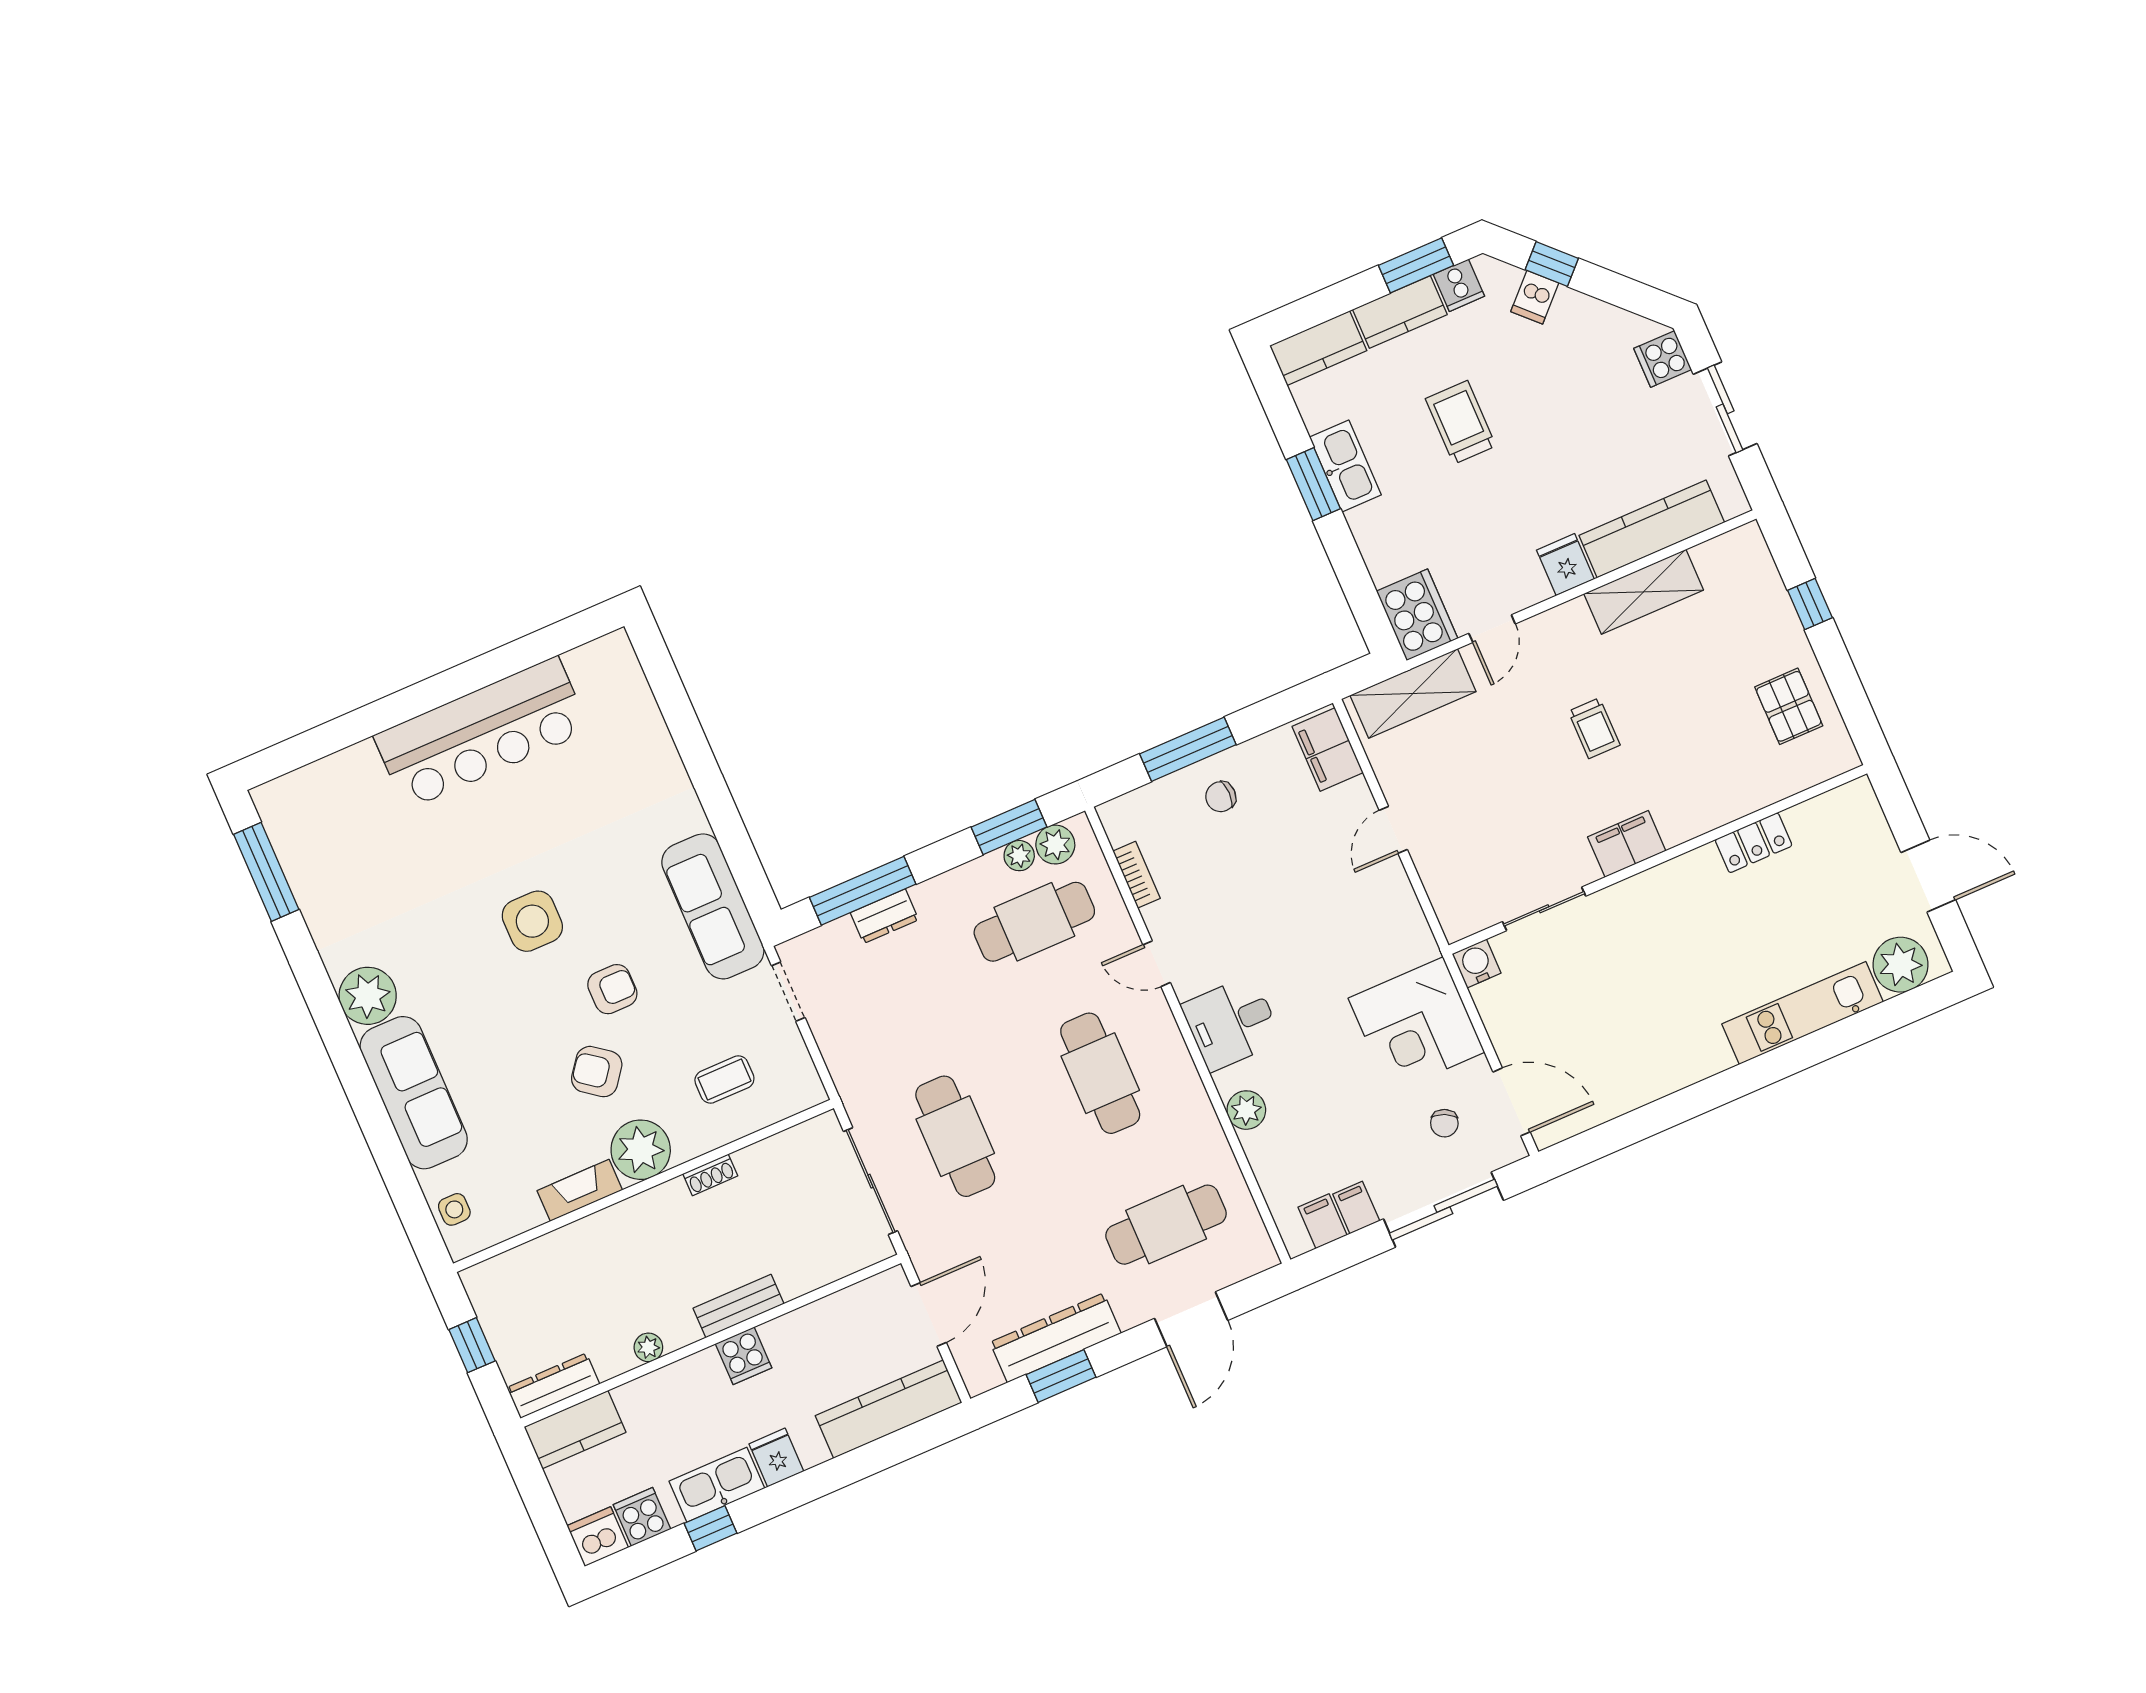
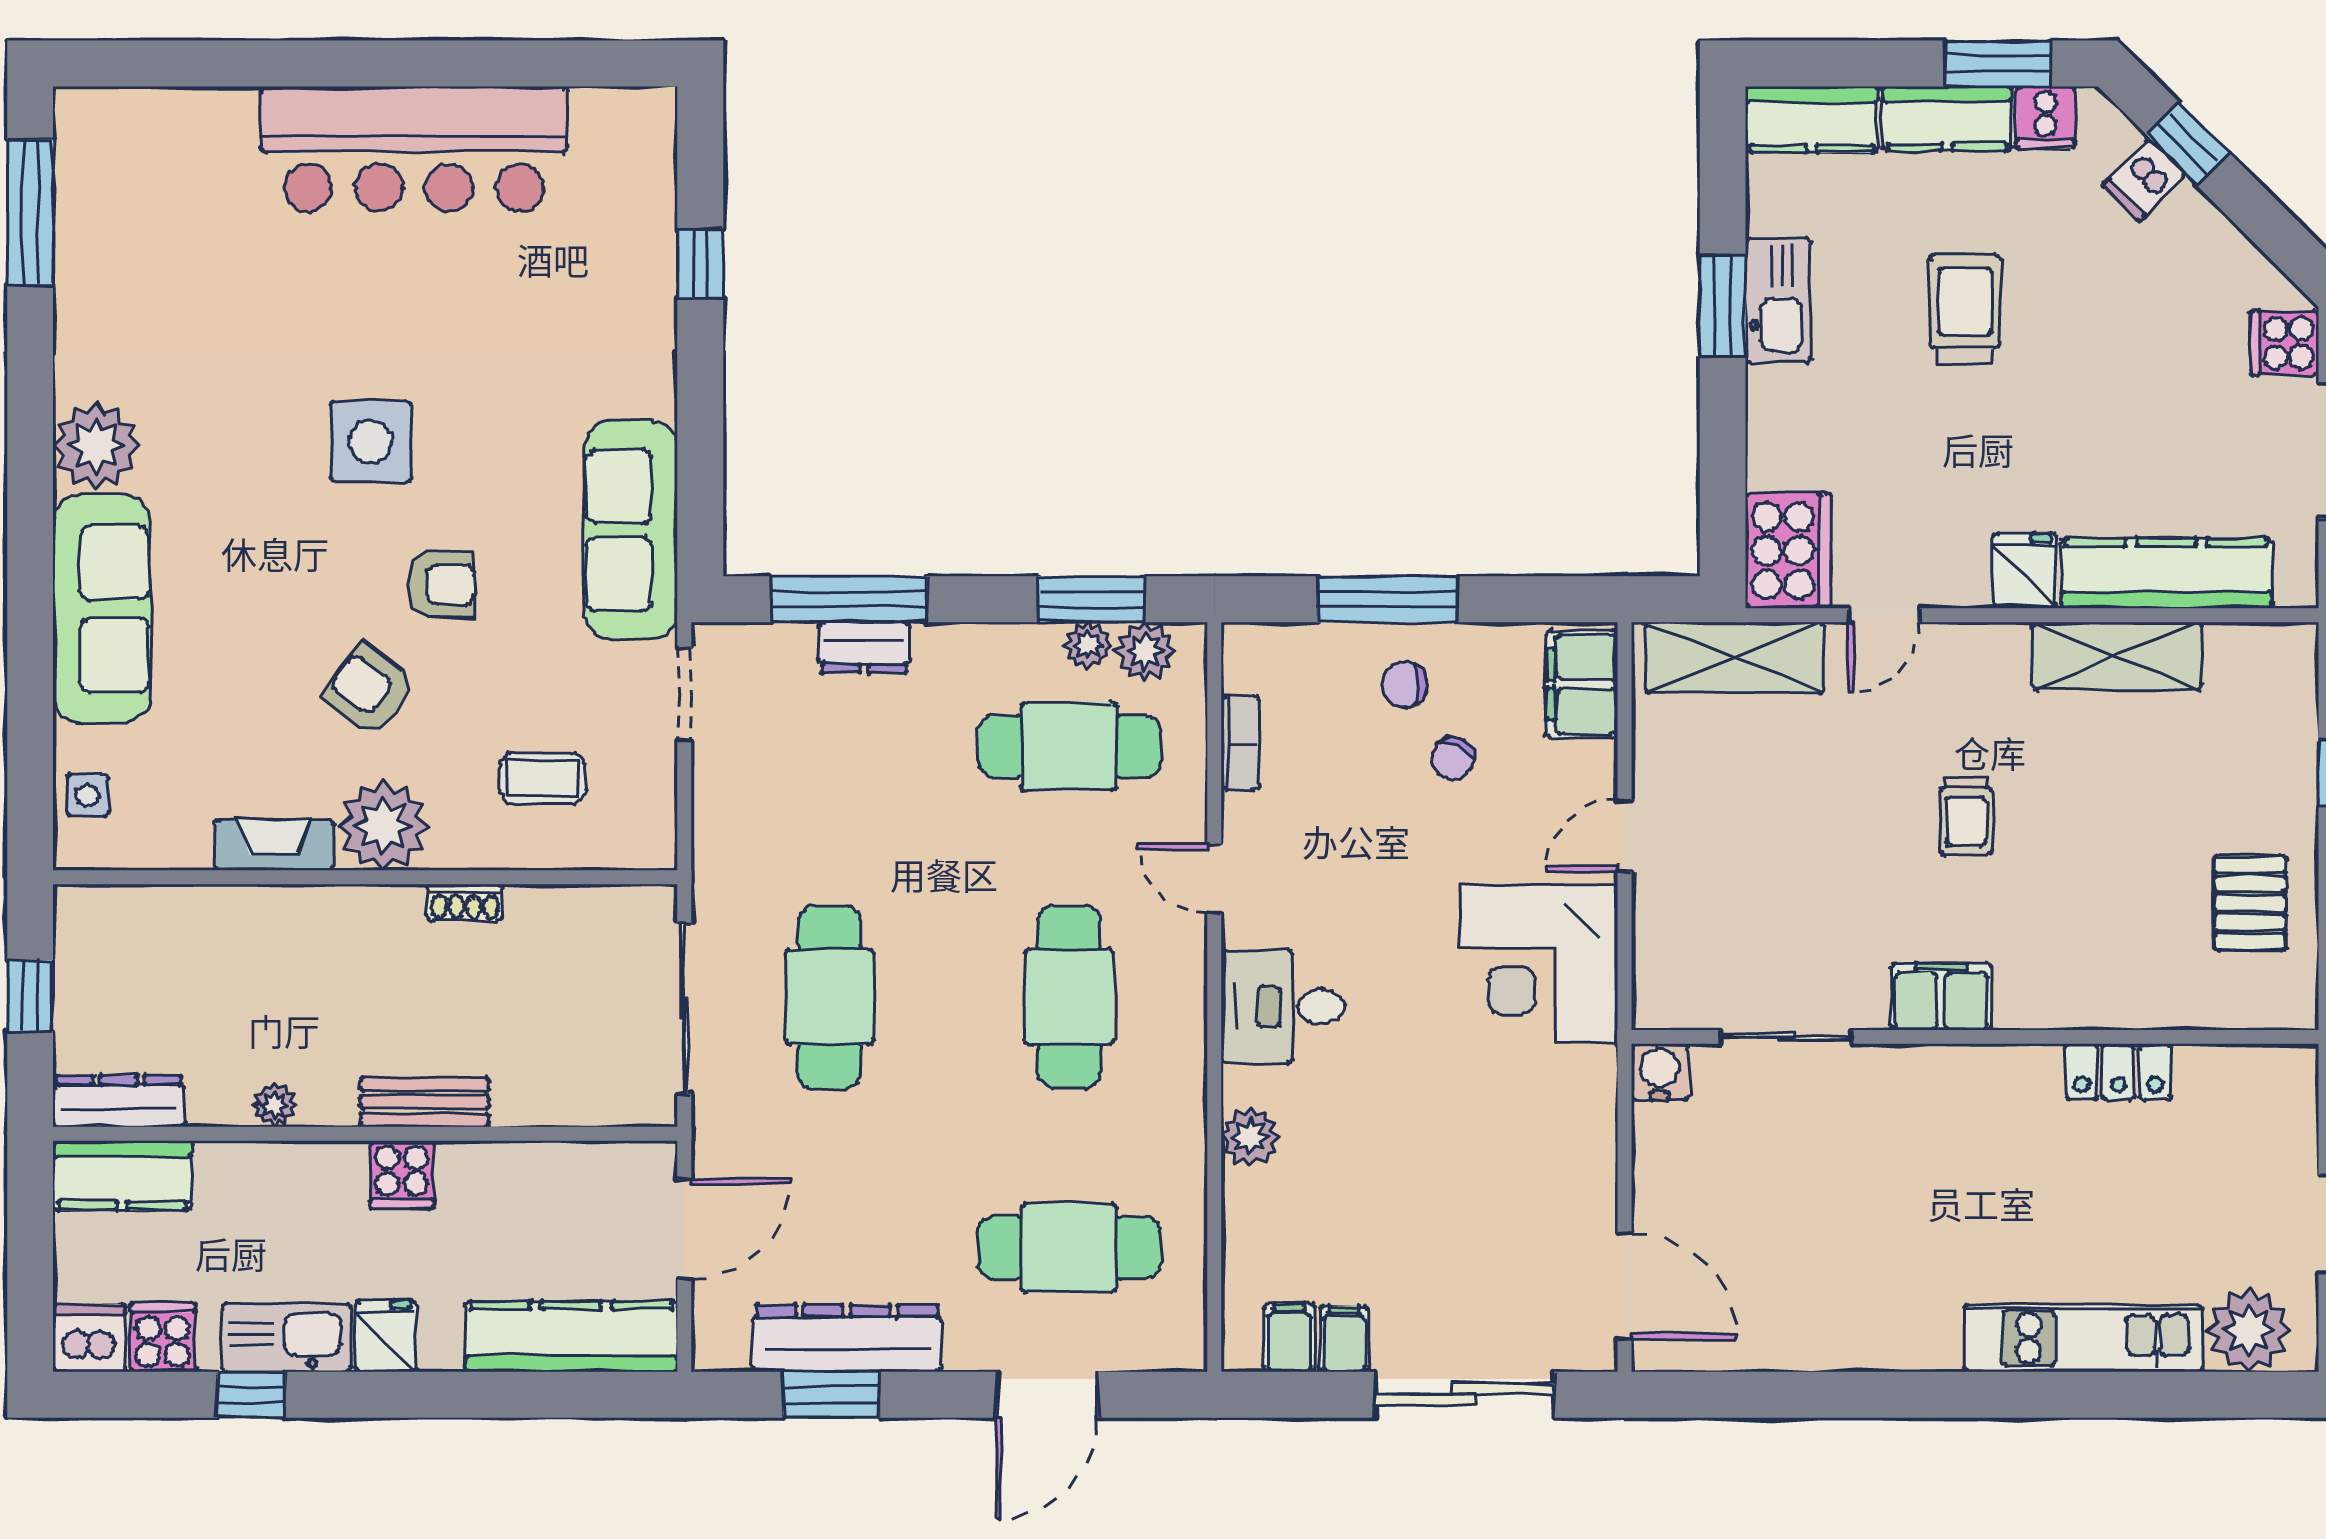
window: (685, 727) -> (700, 264), added
corner desk: (1417, 1025) -> (1539, 963), moved
chair: (1444, 1123) -> (1453, 758), moved

